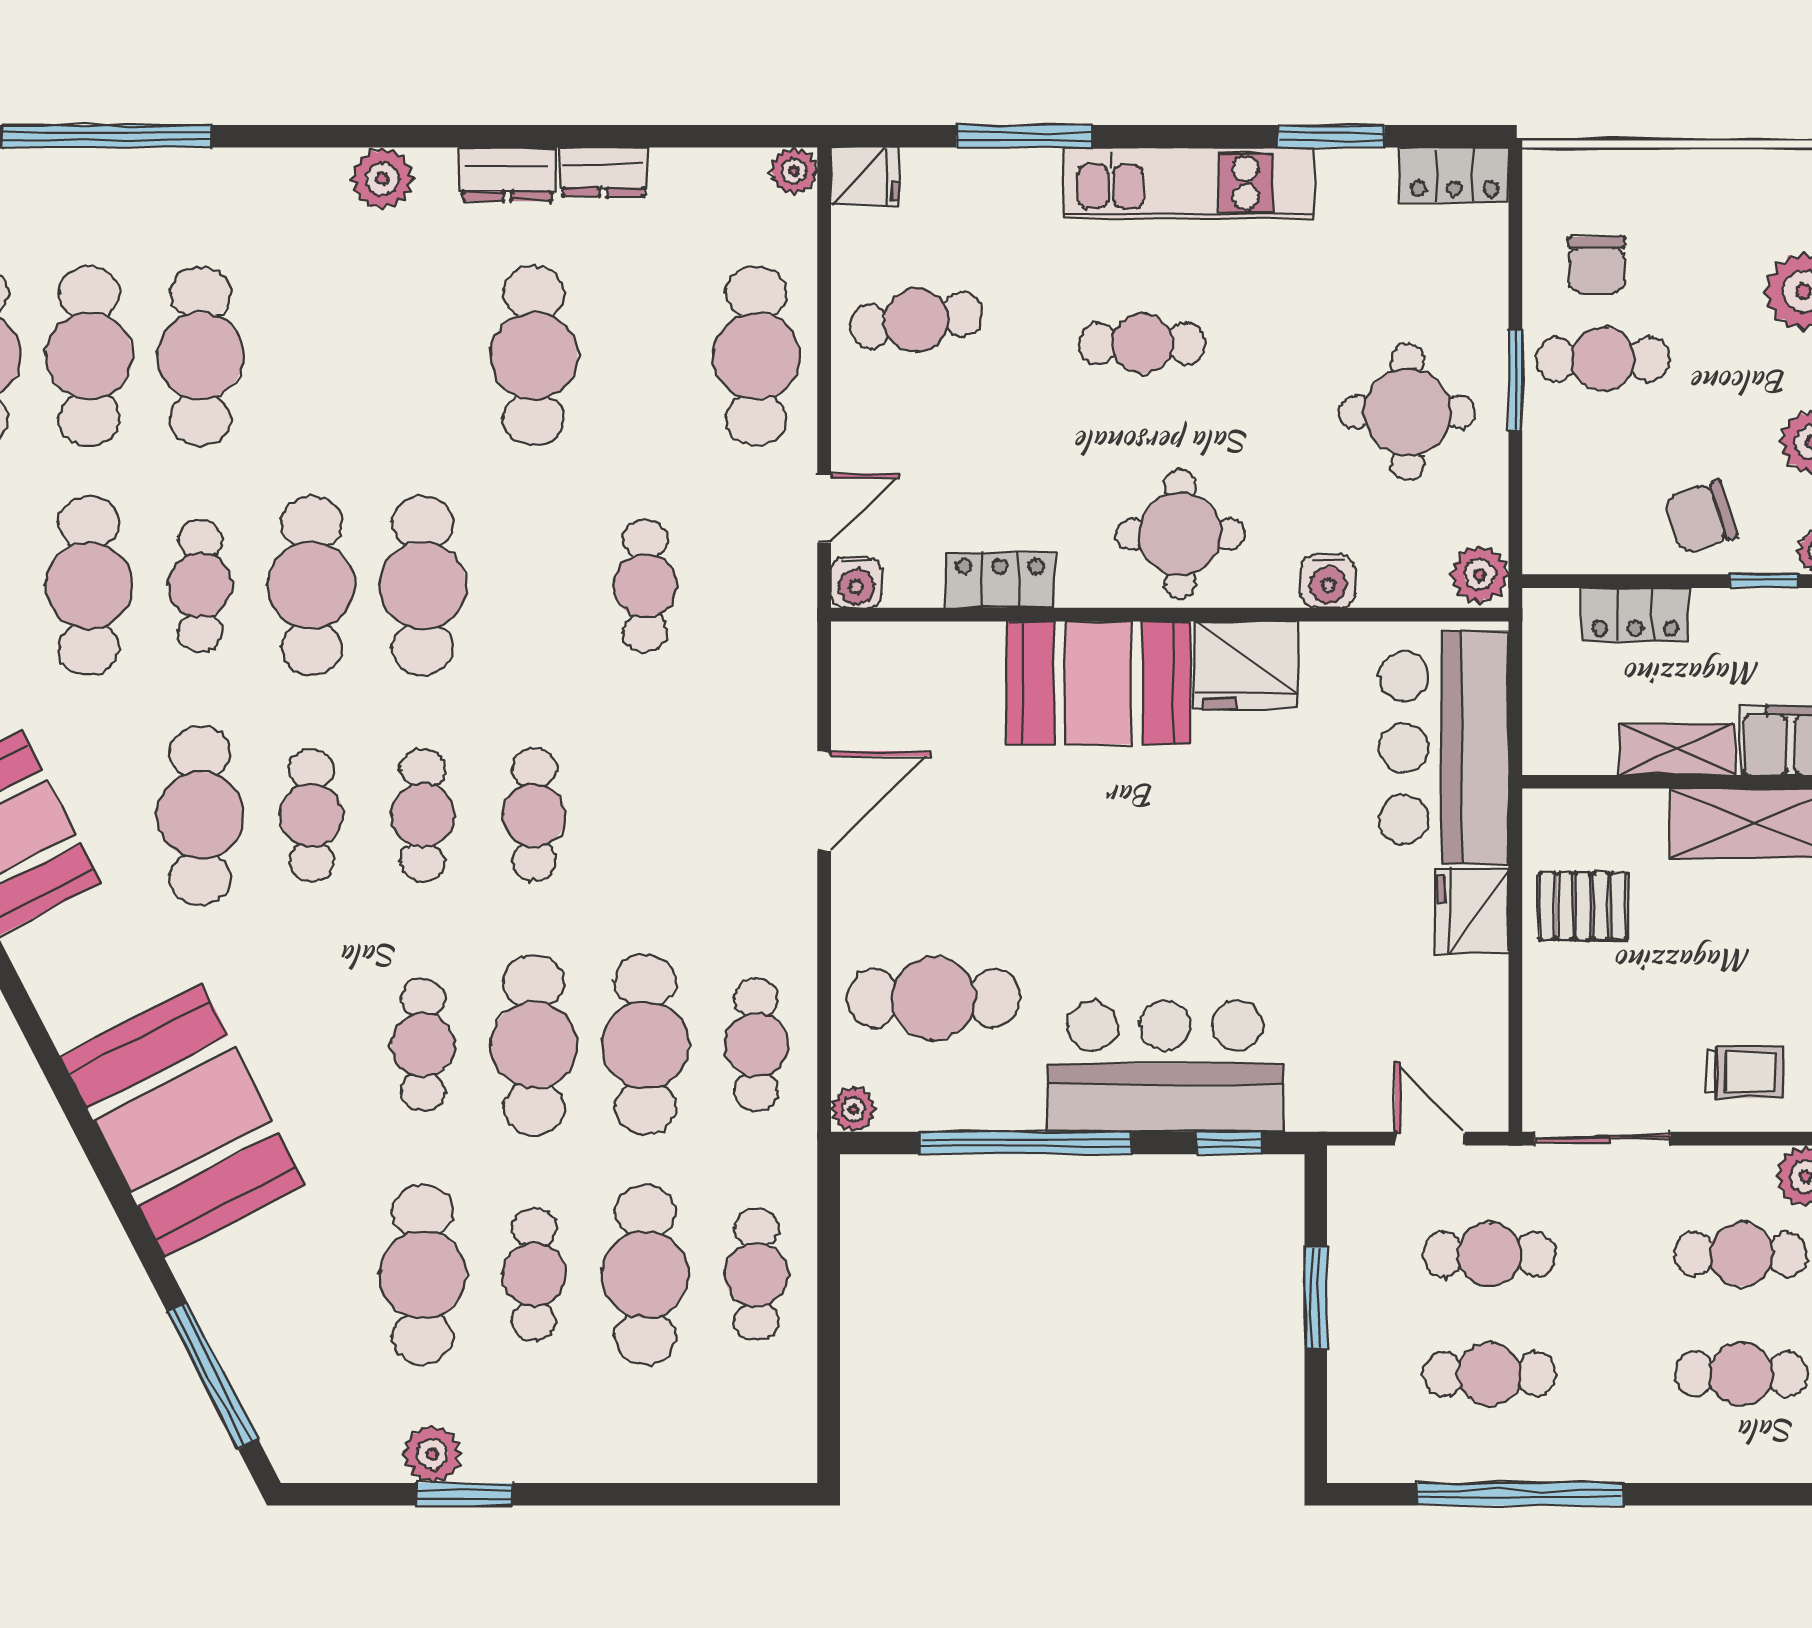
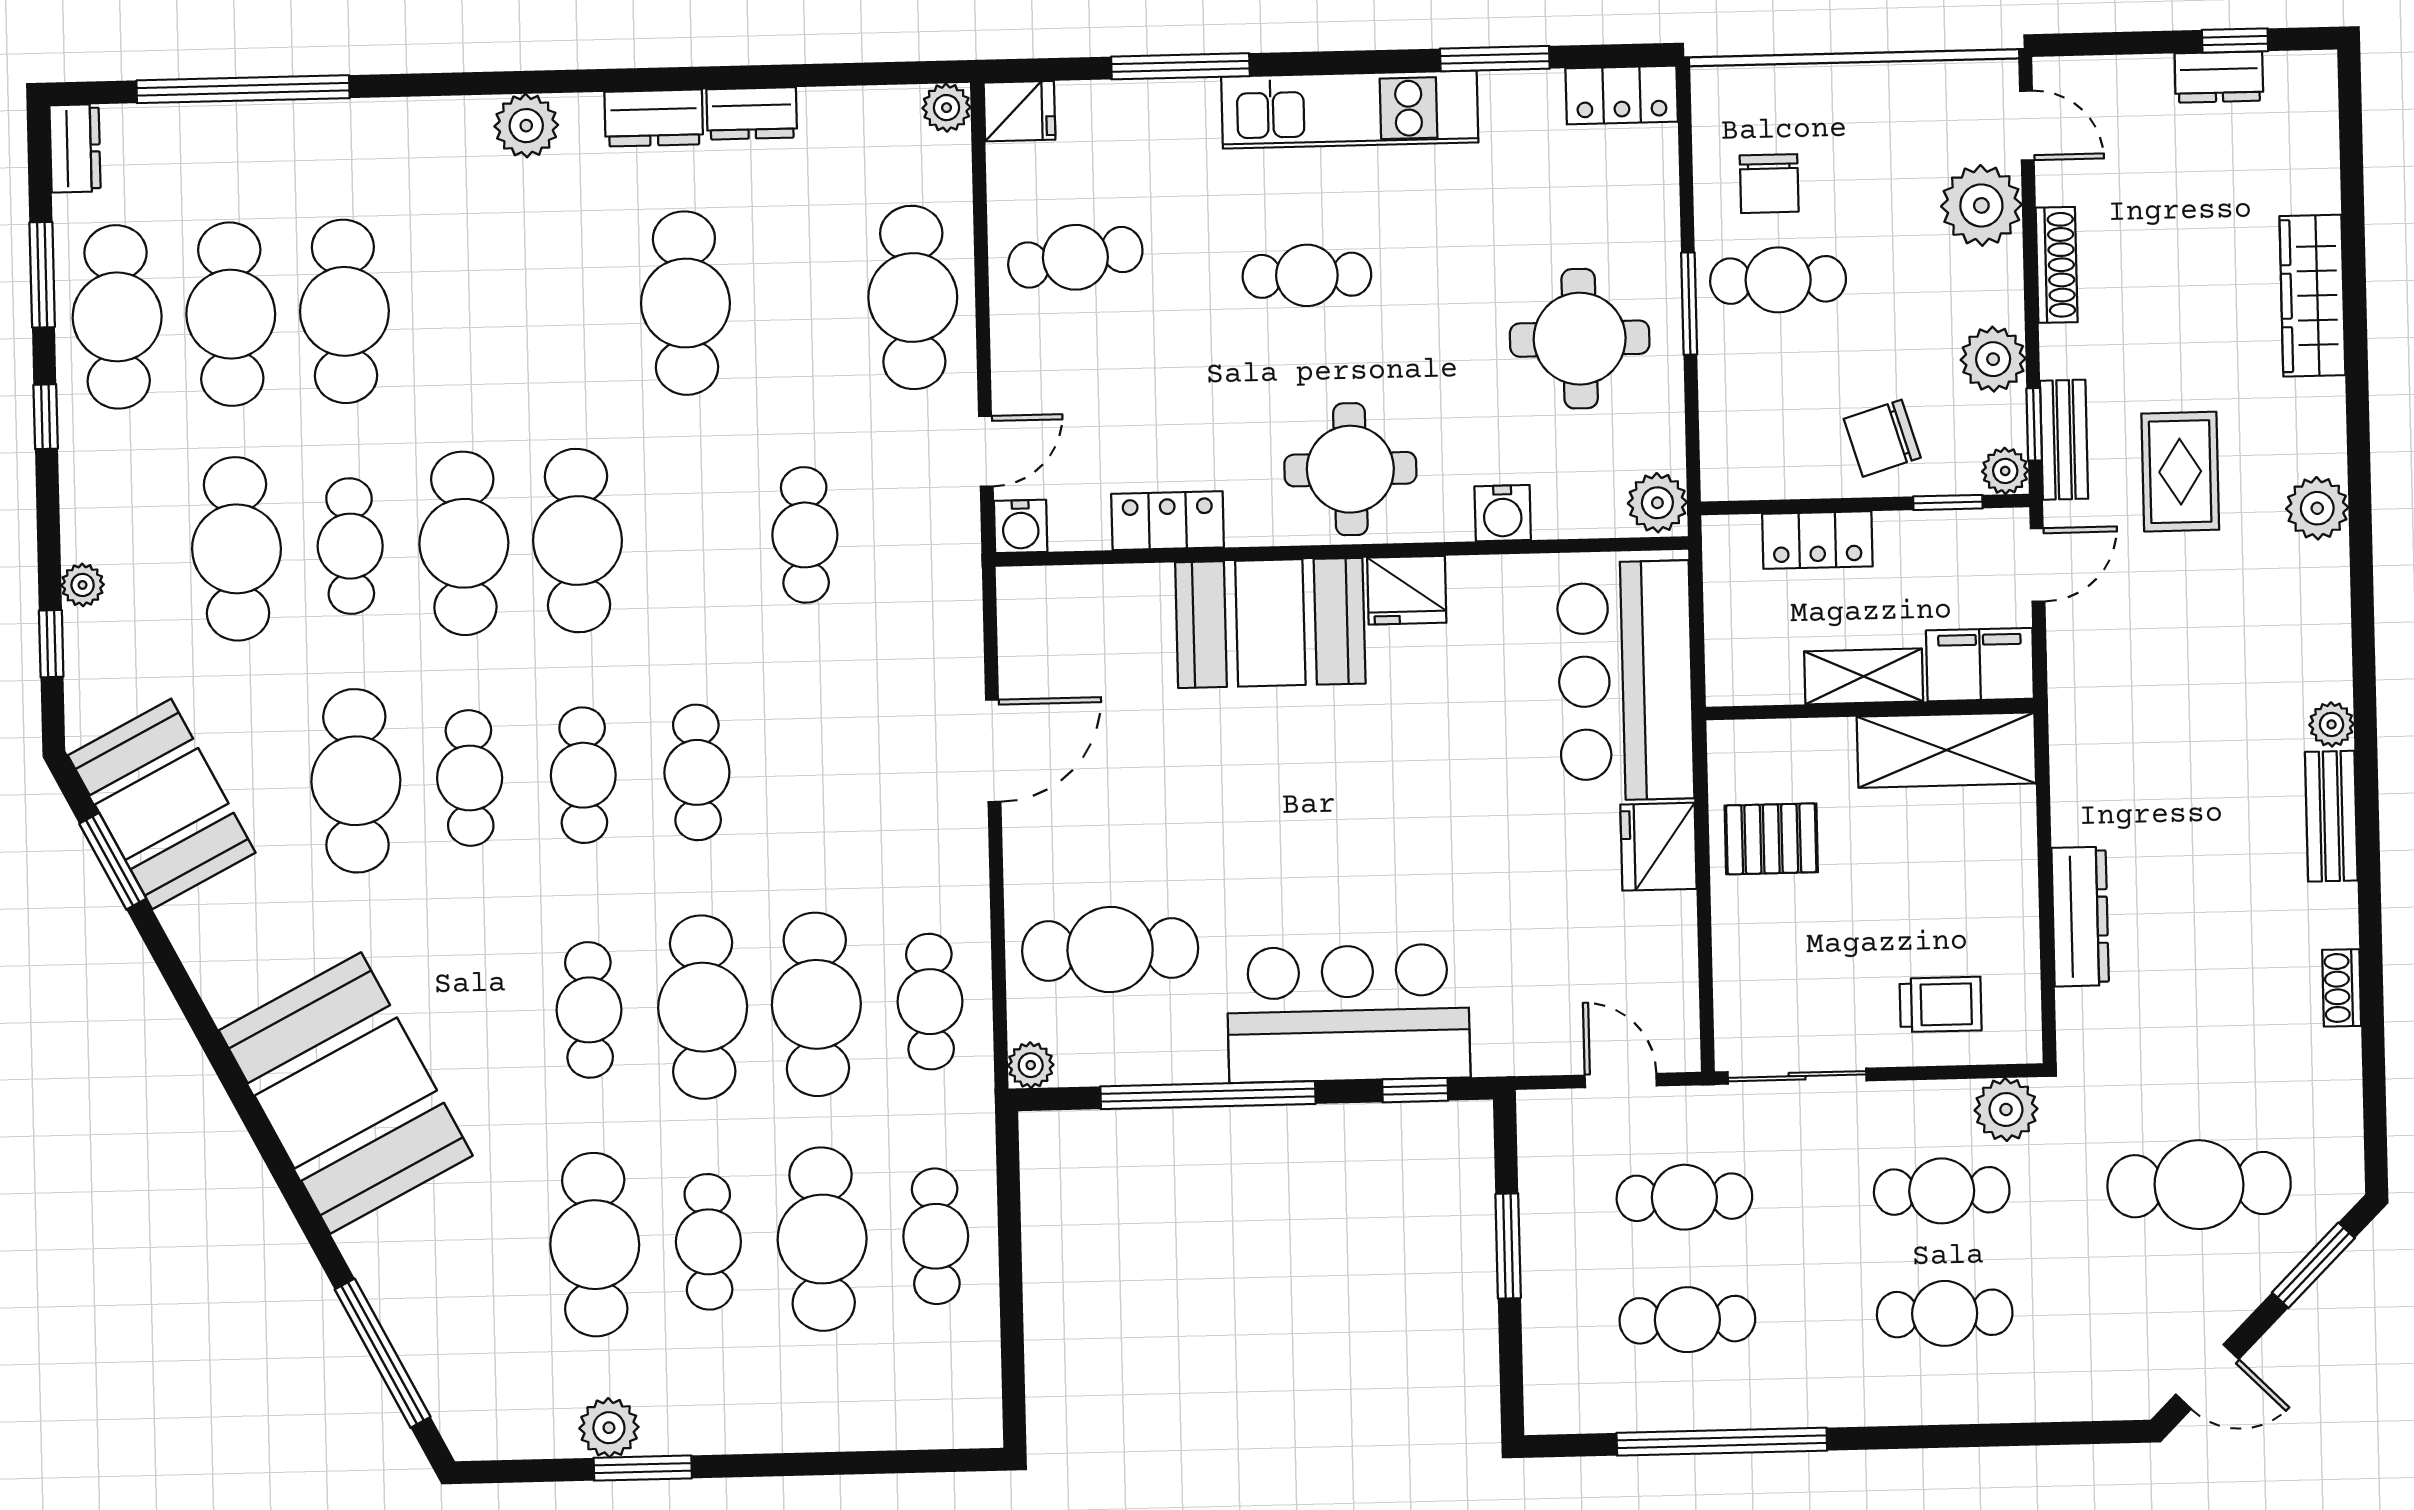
fridge: (1246, 665) -> (1407, 590), width x0.73, depth x0.75

